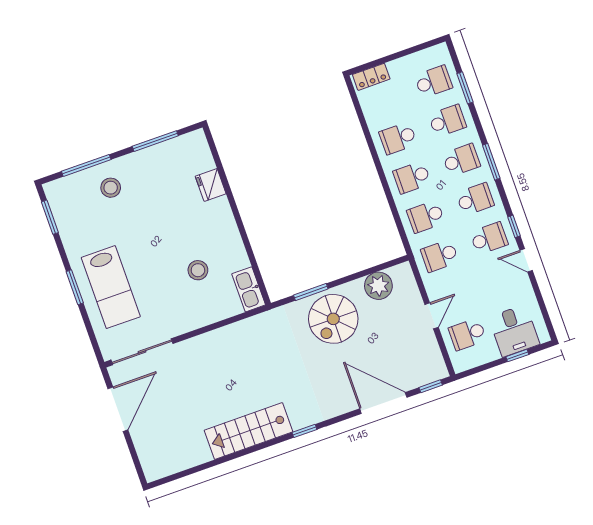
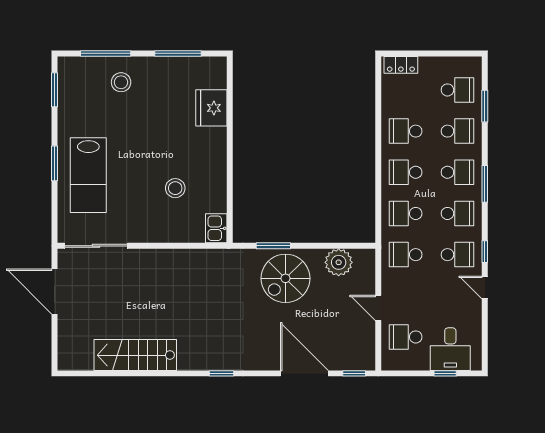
fridge: (211, 185) -> (211, 108), width x1.36, depth x1.34
kitchen sink: (249, 289) -> (216, 228), width x0.73
door: (432, 316) -> (378, 308), swing flipped
door: (118, 409) -> (55, 292), swing flipped
stairs: (248, 431) -> (135, 355), moved

